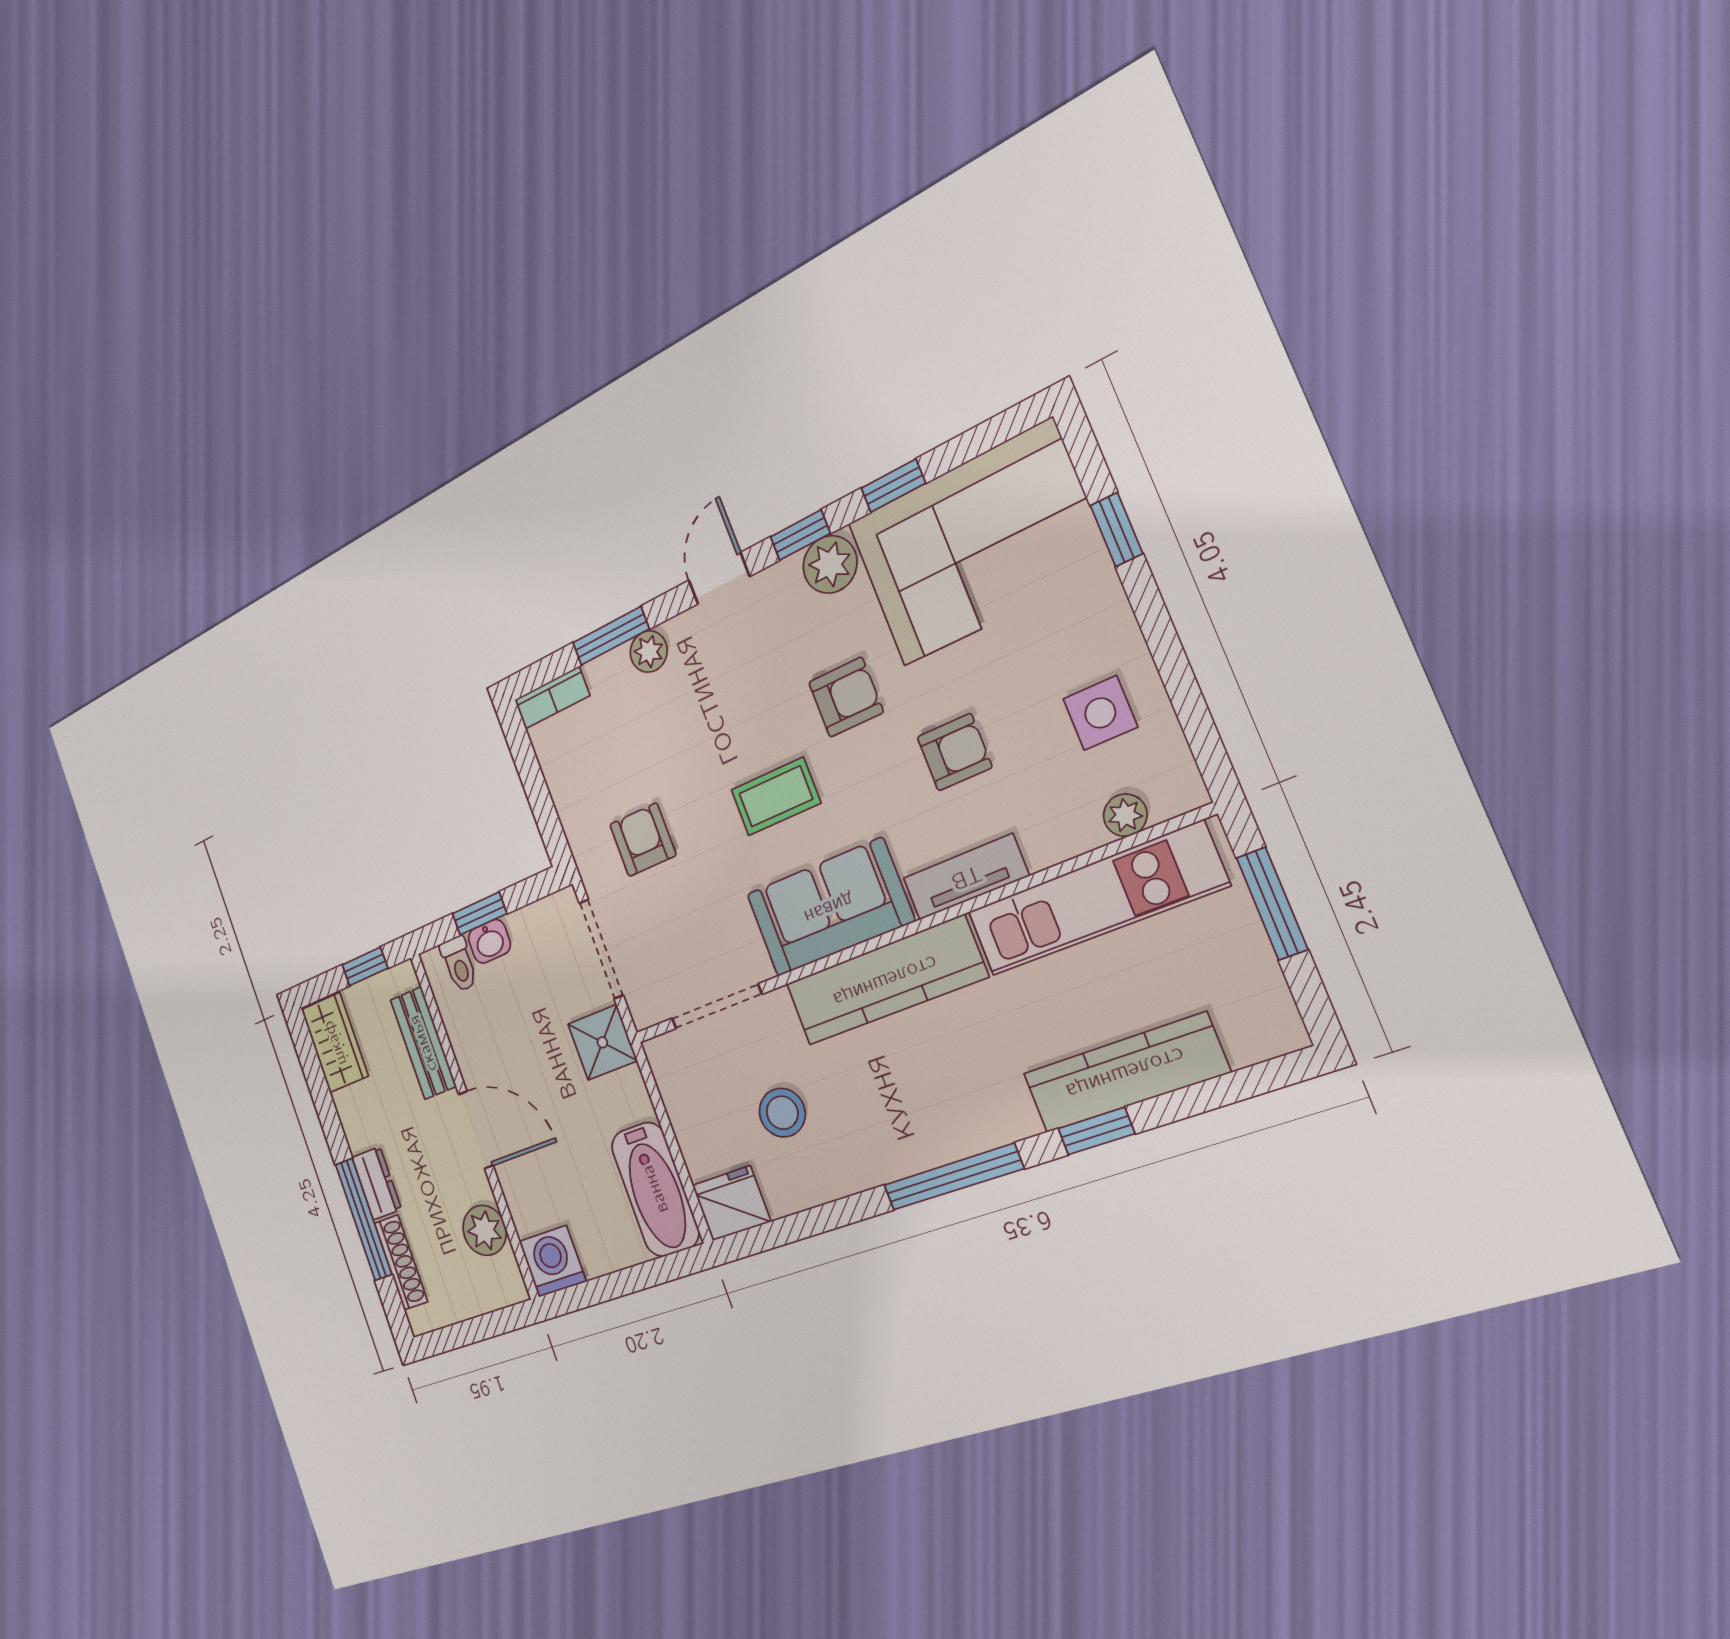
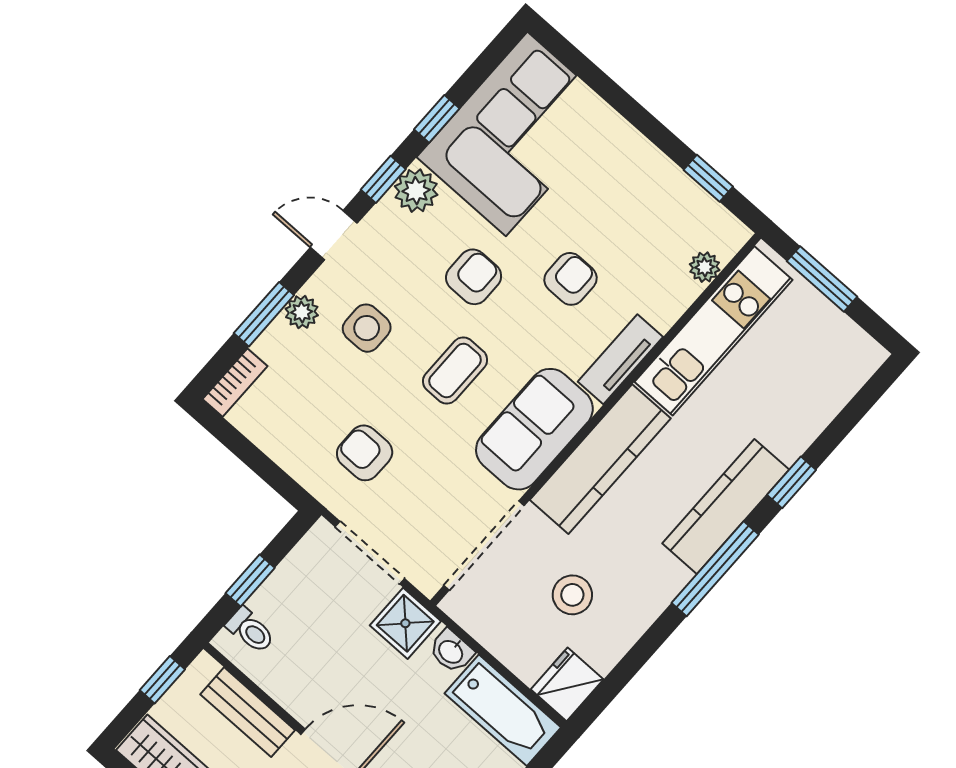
window: (1117, 529) -> (708, 178), moved
door: (719, 578) -> (334, 235), hinge flipped
side table: (1100, 713) -> (367, 328), moved
washbasin: (489, 941) -> (451, 651), moved, turned 90
doorway: (716, 1006) -> (484, 546), width x1.36
kitchen counter: (1125, 1073) -> (726, 506), moved

